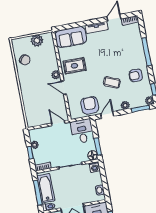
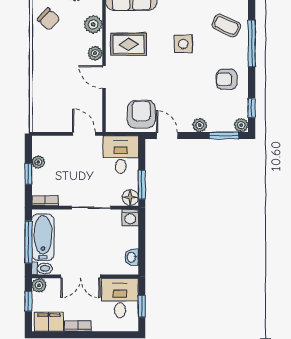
plant: (52, 58) -> (93, 24), added
side table: (107, 59) -> (183, 44), added
coffee table: (112, 82) -> (226, 26), moved
door: (107, 115) -> (167, 136), hinge flipped

